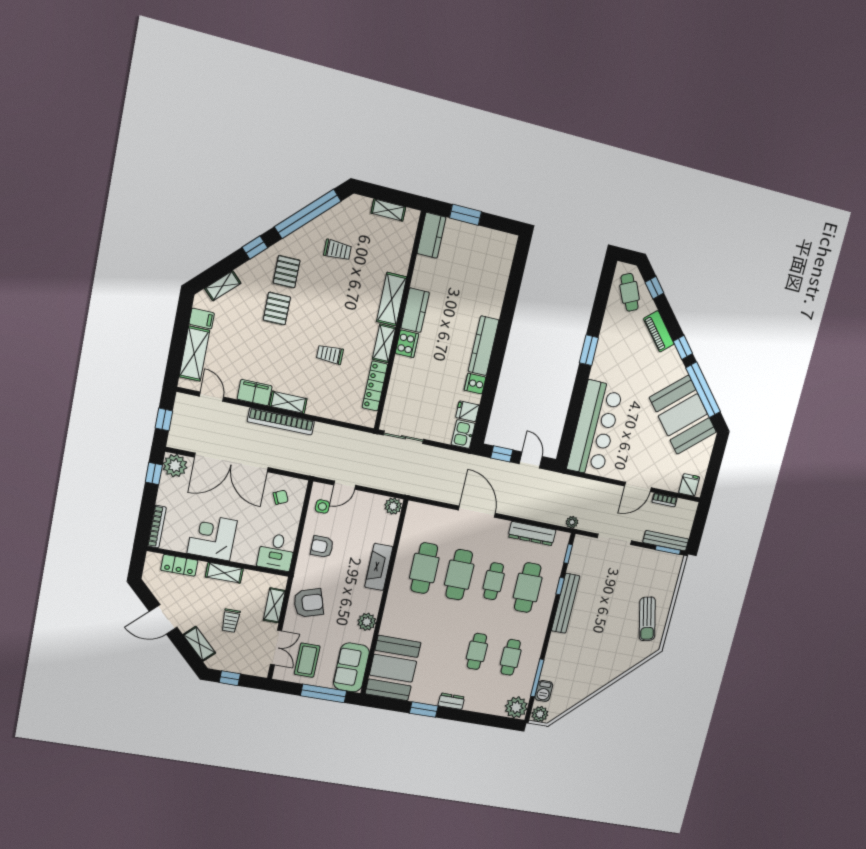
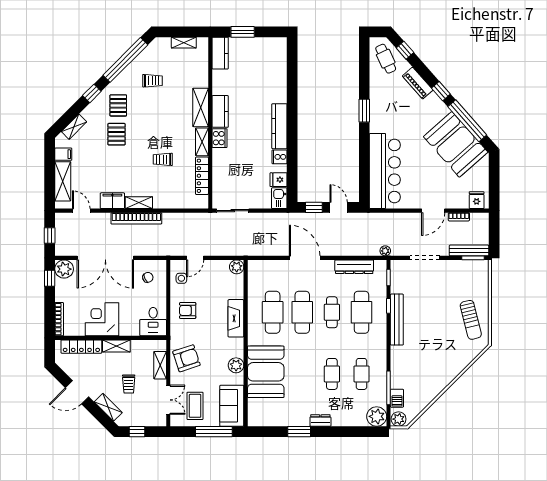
locker: (179, 565) -> (81, 347), width x1.53
booth: (393, 668) -> (266, 372), moved

